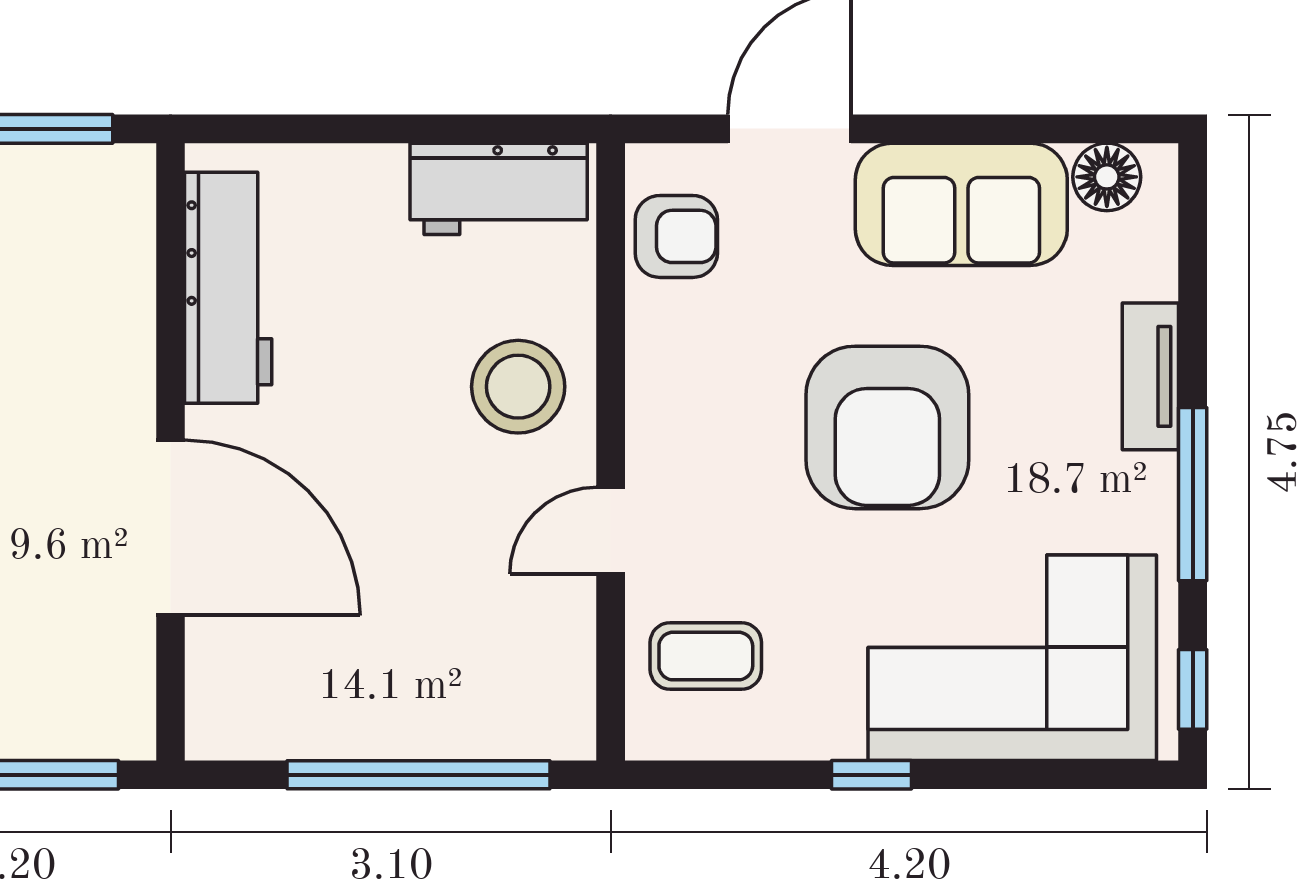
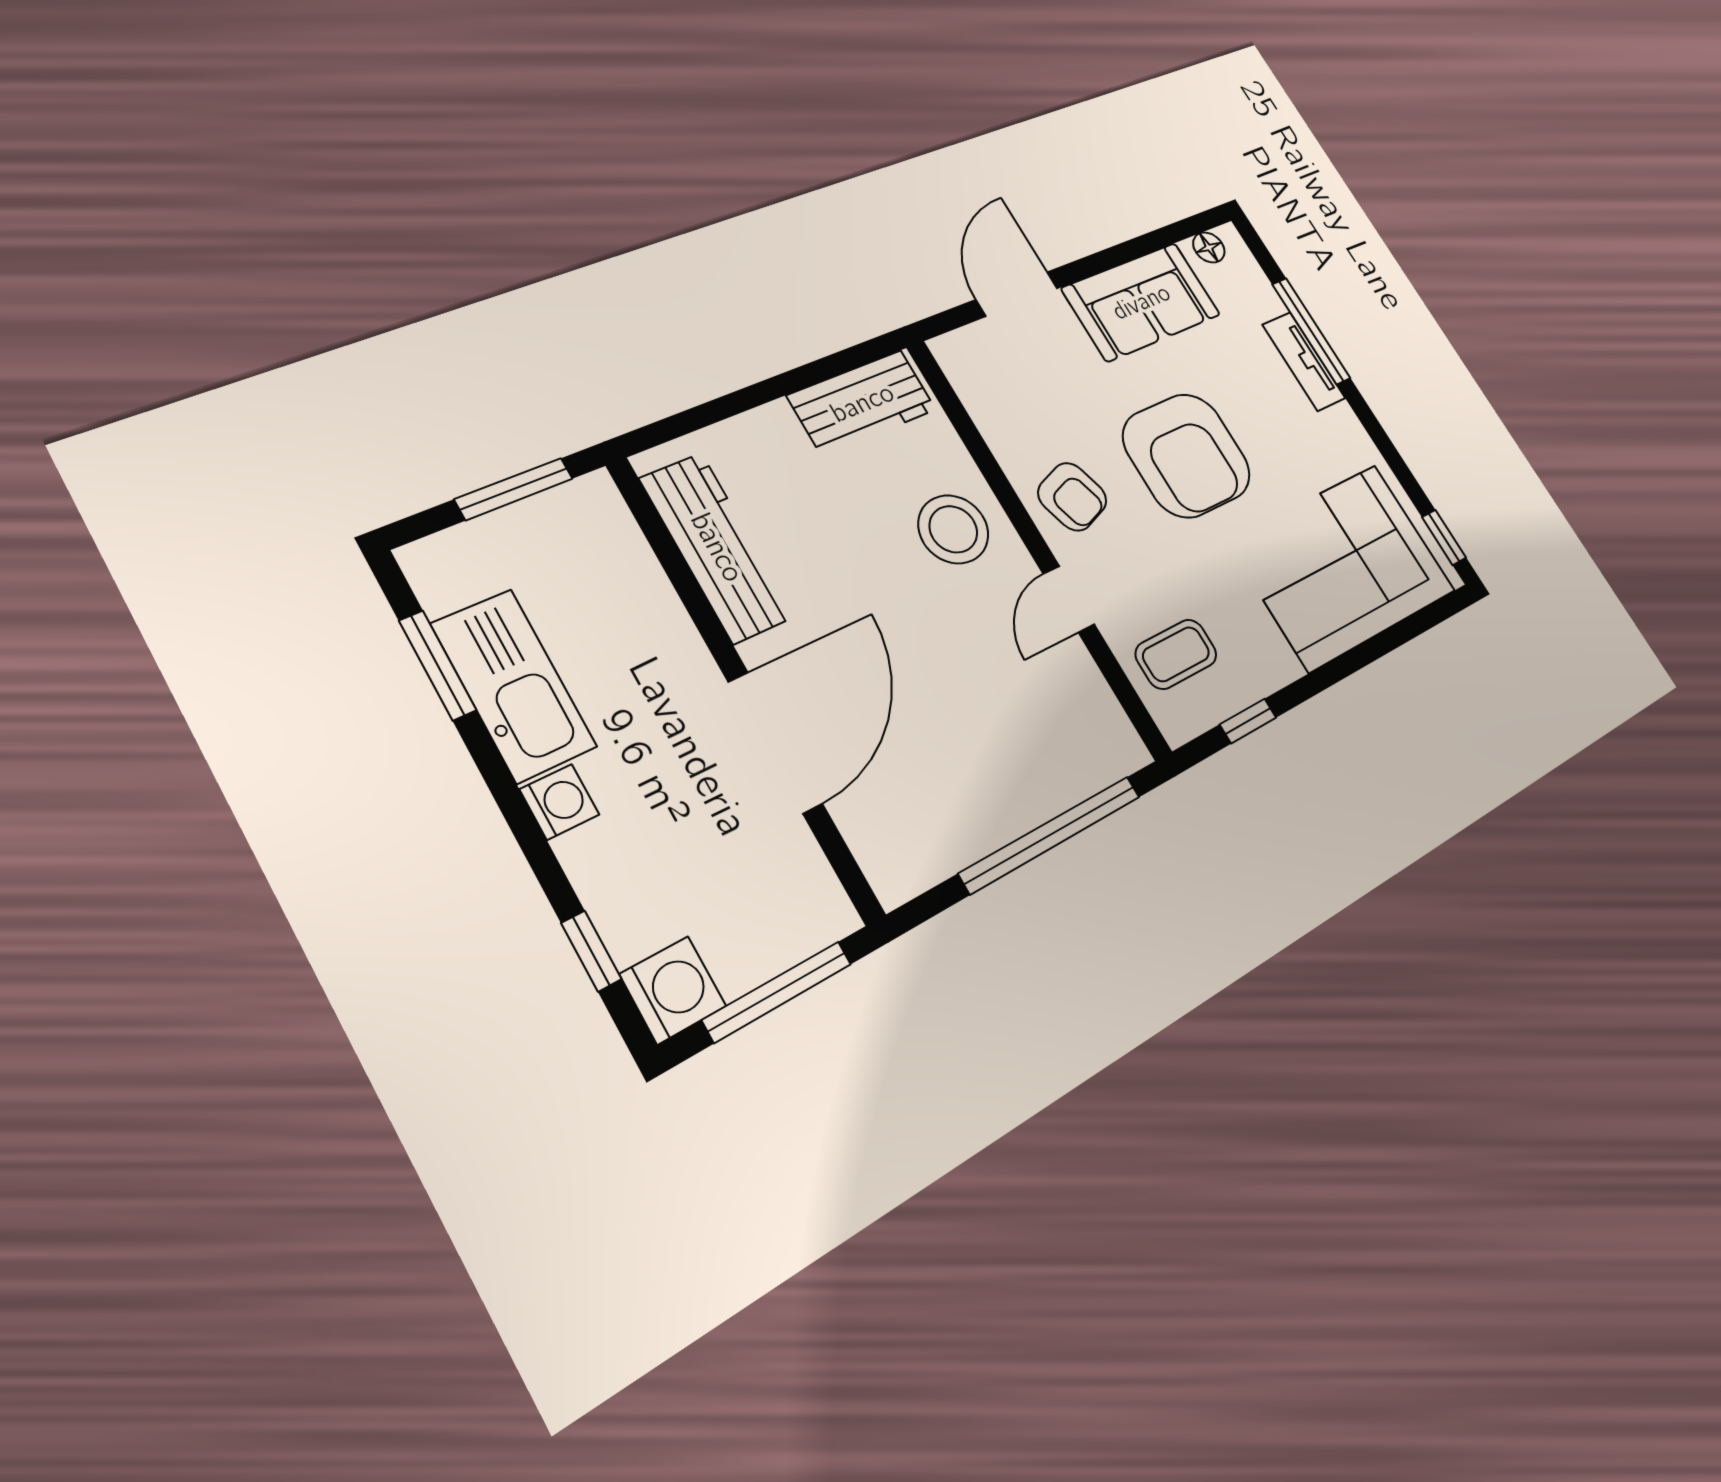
floor lamp: (1107, 177) -> (1209, 247), width x0.73, depth x0.73
armchair: (676, 236) -> (1072, 497), moved, turned 71
window: (1193, 494) -> (1311, 331), moved
door: (171, 528) -> (775, 742), hinge flipped
window: (872, 775) -> (1248, 721), moved

